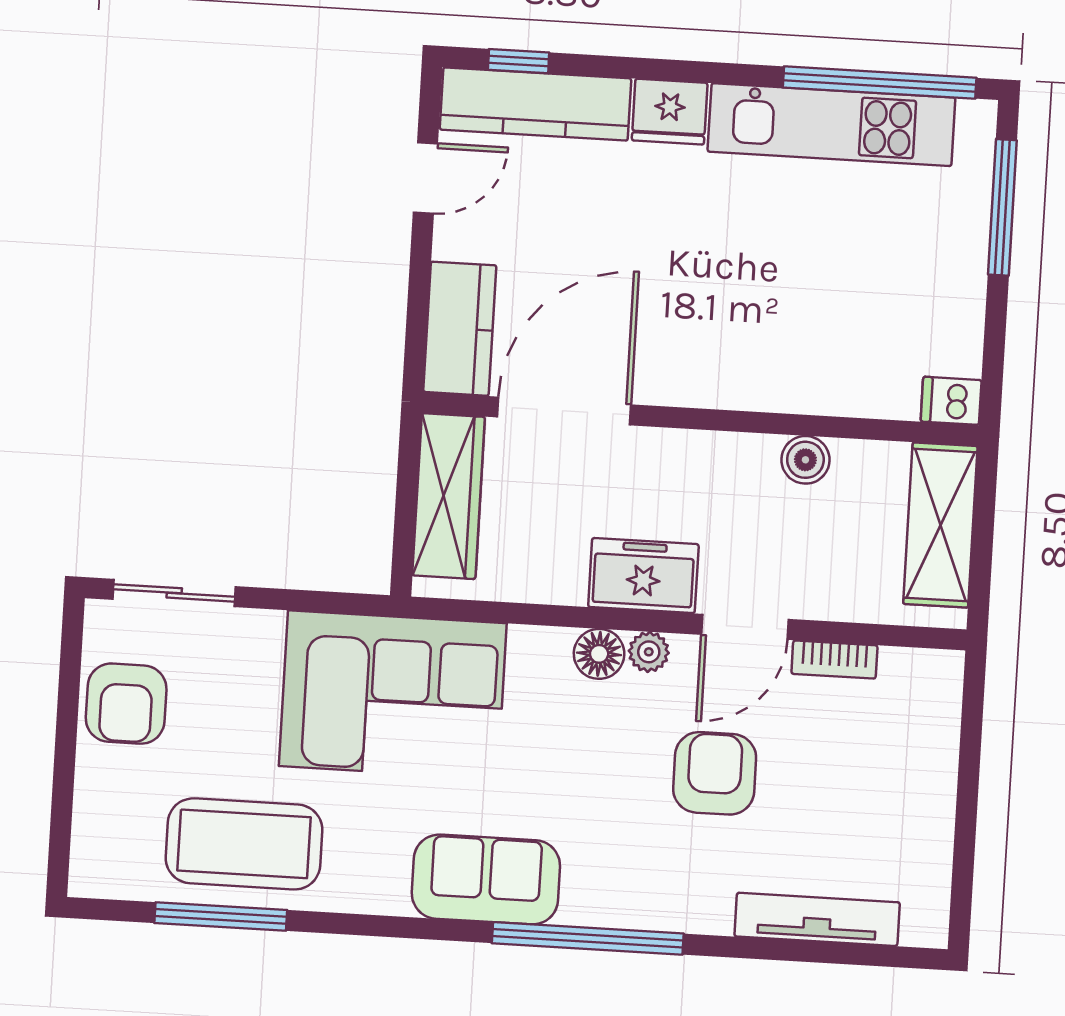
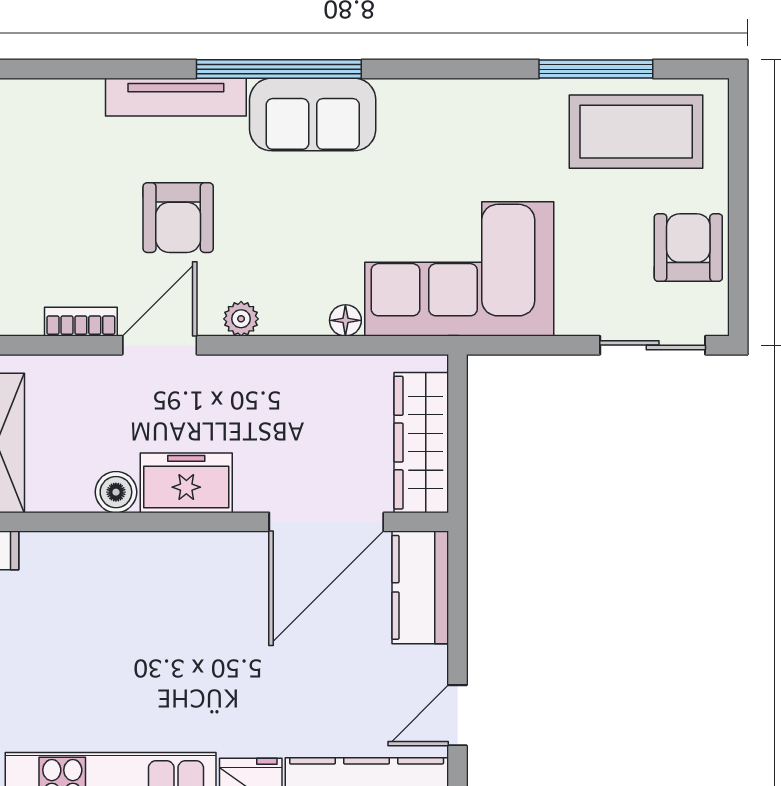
freezer: (643, 576) -> (186, 483), moved, turned 180
floor lamp: (599, 654) -> (345, 320), moved, width x0.73, depth x0.73
coffee table: (244, 844) -> (636, 132), moved
sofa: (486, 879) -> (313, 115), moved
tv unit: (817, 919) -> (176, 97), moved

